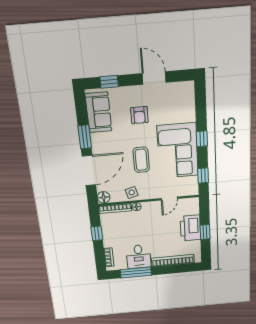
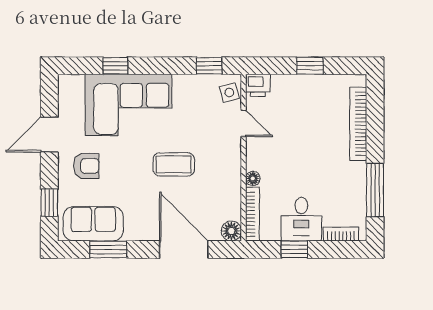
armchair: (139, 115) -> (86, 166), moved
window: (85, 137) -> (108, 249), moved
window: (202, 139) -> (115, 66), moved
corner sofa: (178, 151) -> (128, 105), moved
side table: (132, 192) -> (229, 93), moved
printer: (190, 228) -> (258, 85), moved, width x0.53, depth x0.68
desk: (139, 257) -> (301, 219), moved, turned 90

